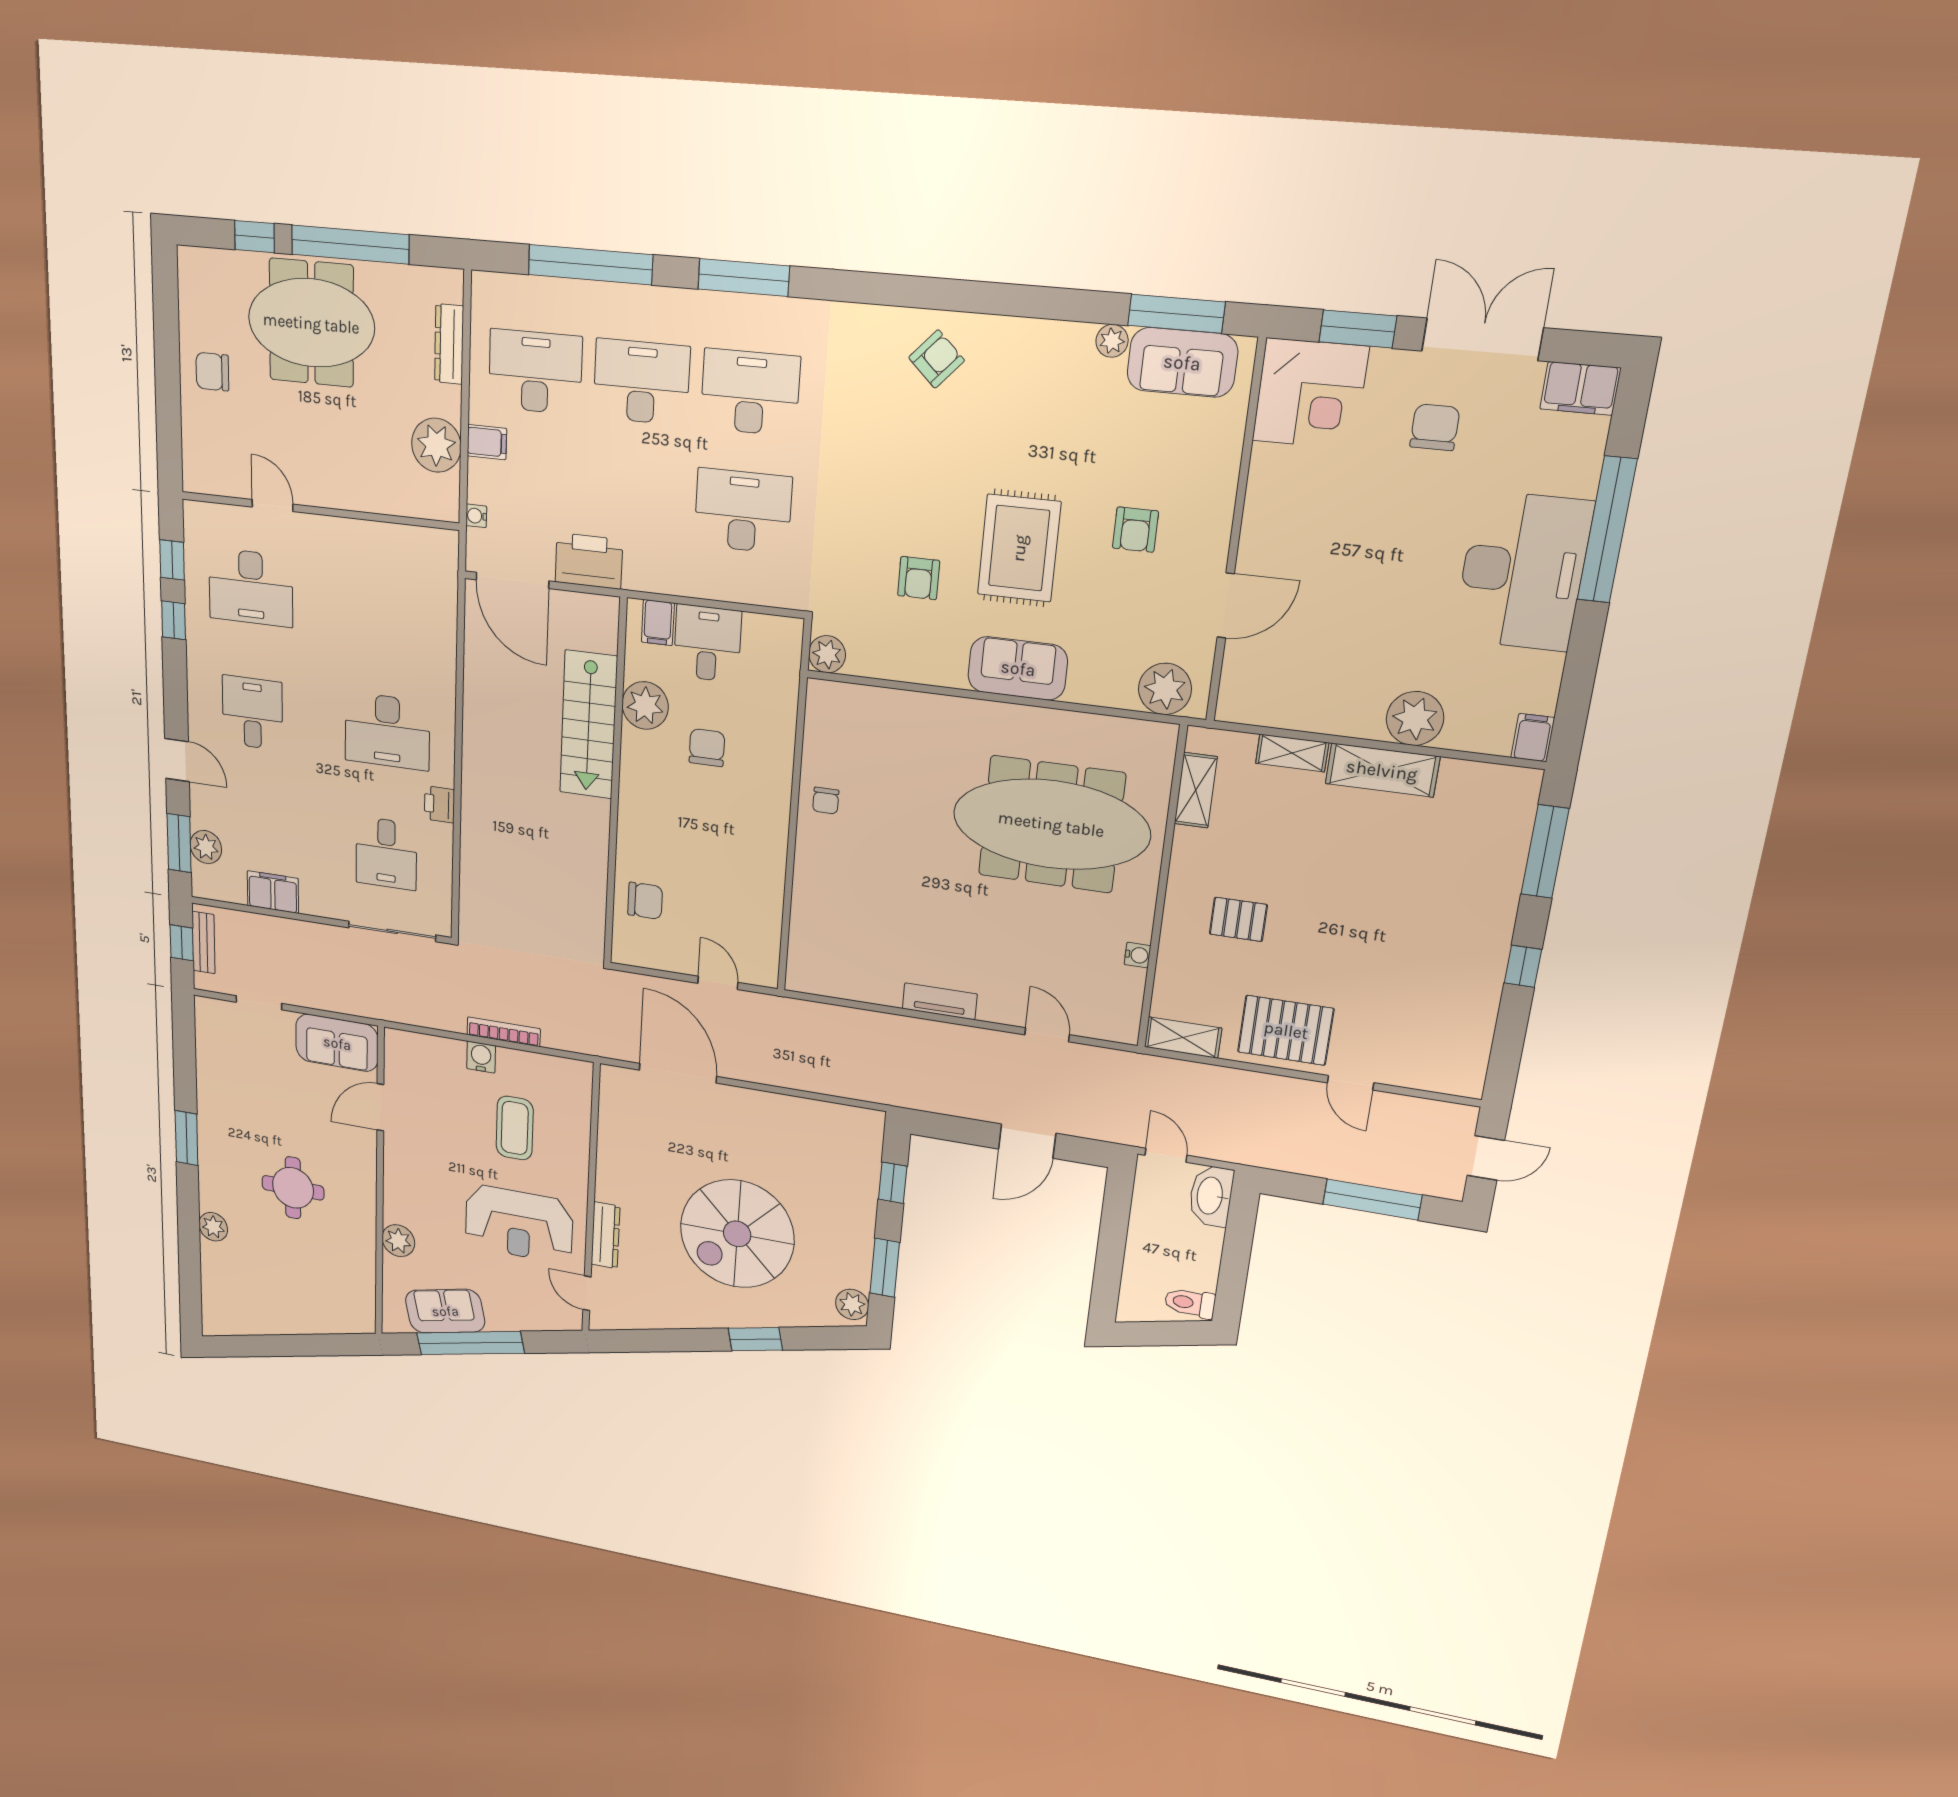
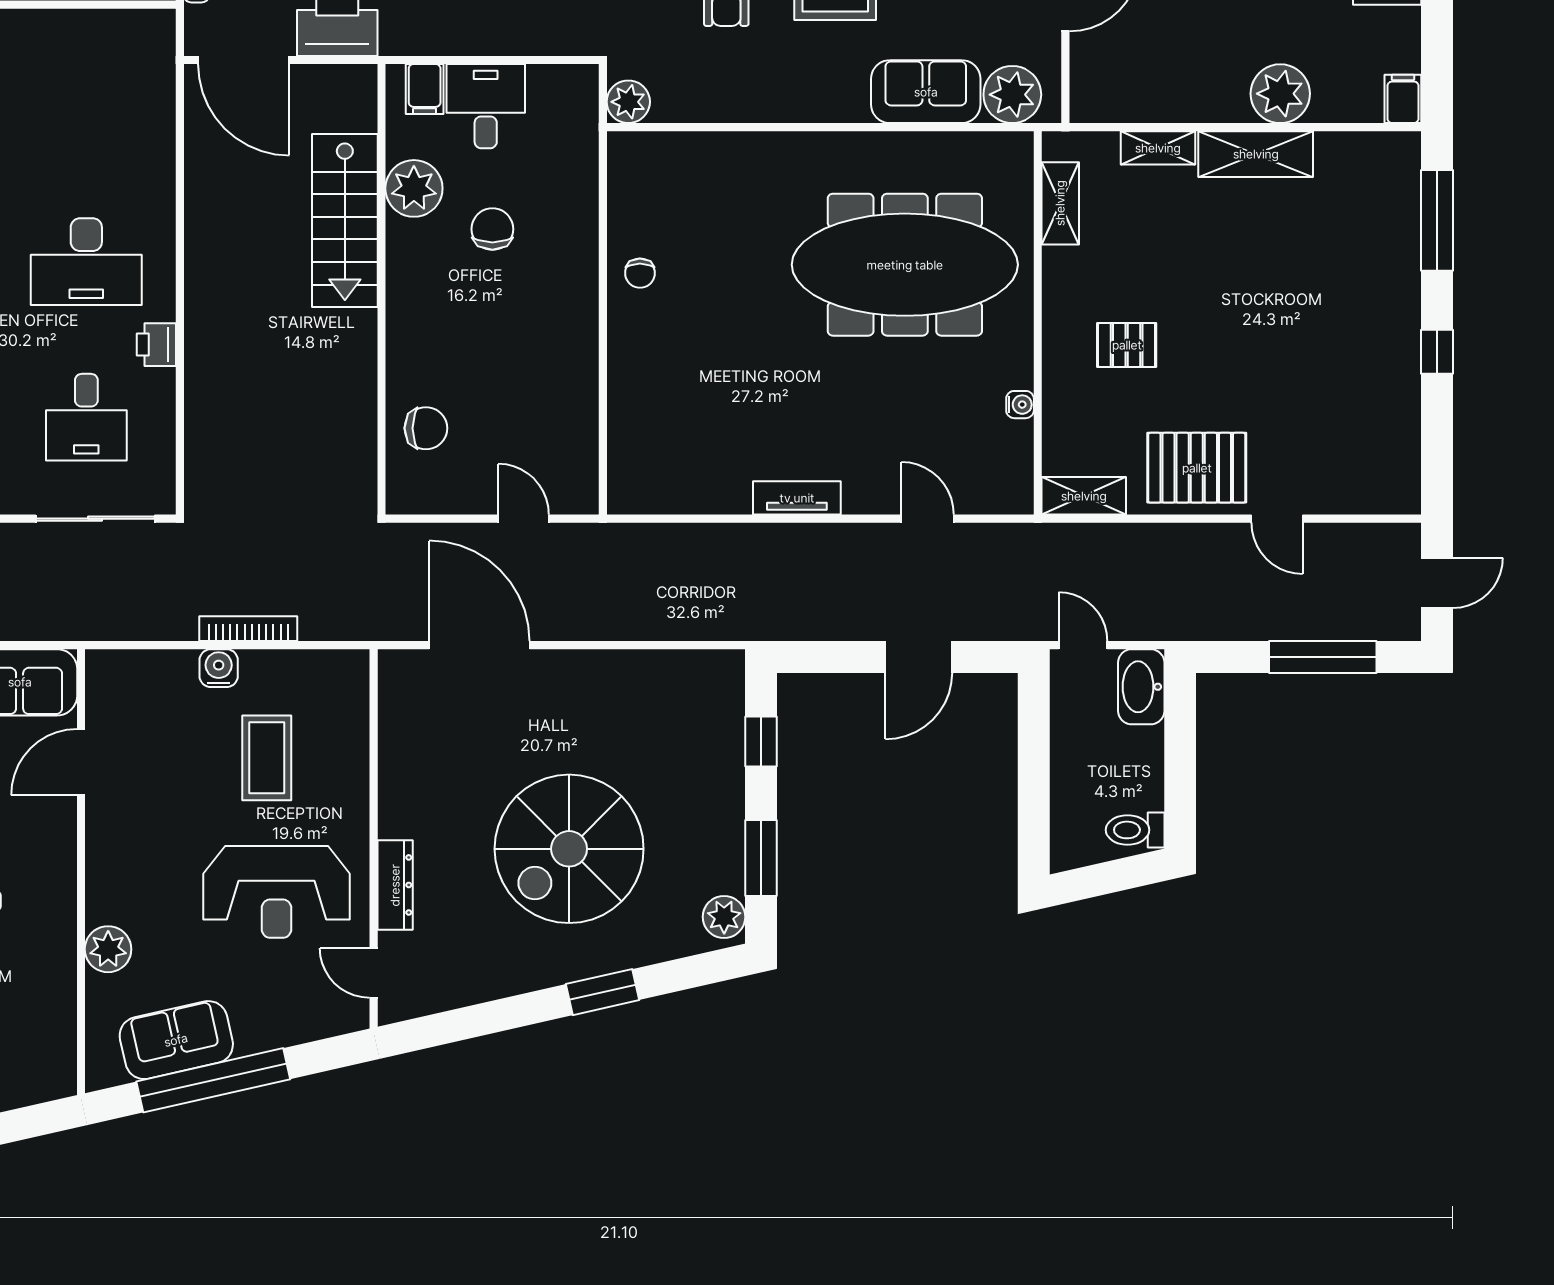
sofa: (1018, 668) -> (926, 92), moved

